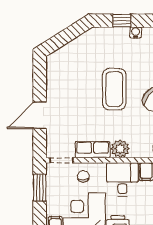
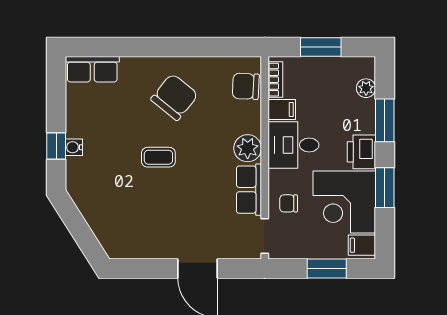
water cooler: (136, 32) -> (74, 147), moved
coffee table: (114, 89) -> (158, 157), width x0.54, depth x0.58
window: (40, 188) -> (327, 269), moved

